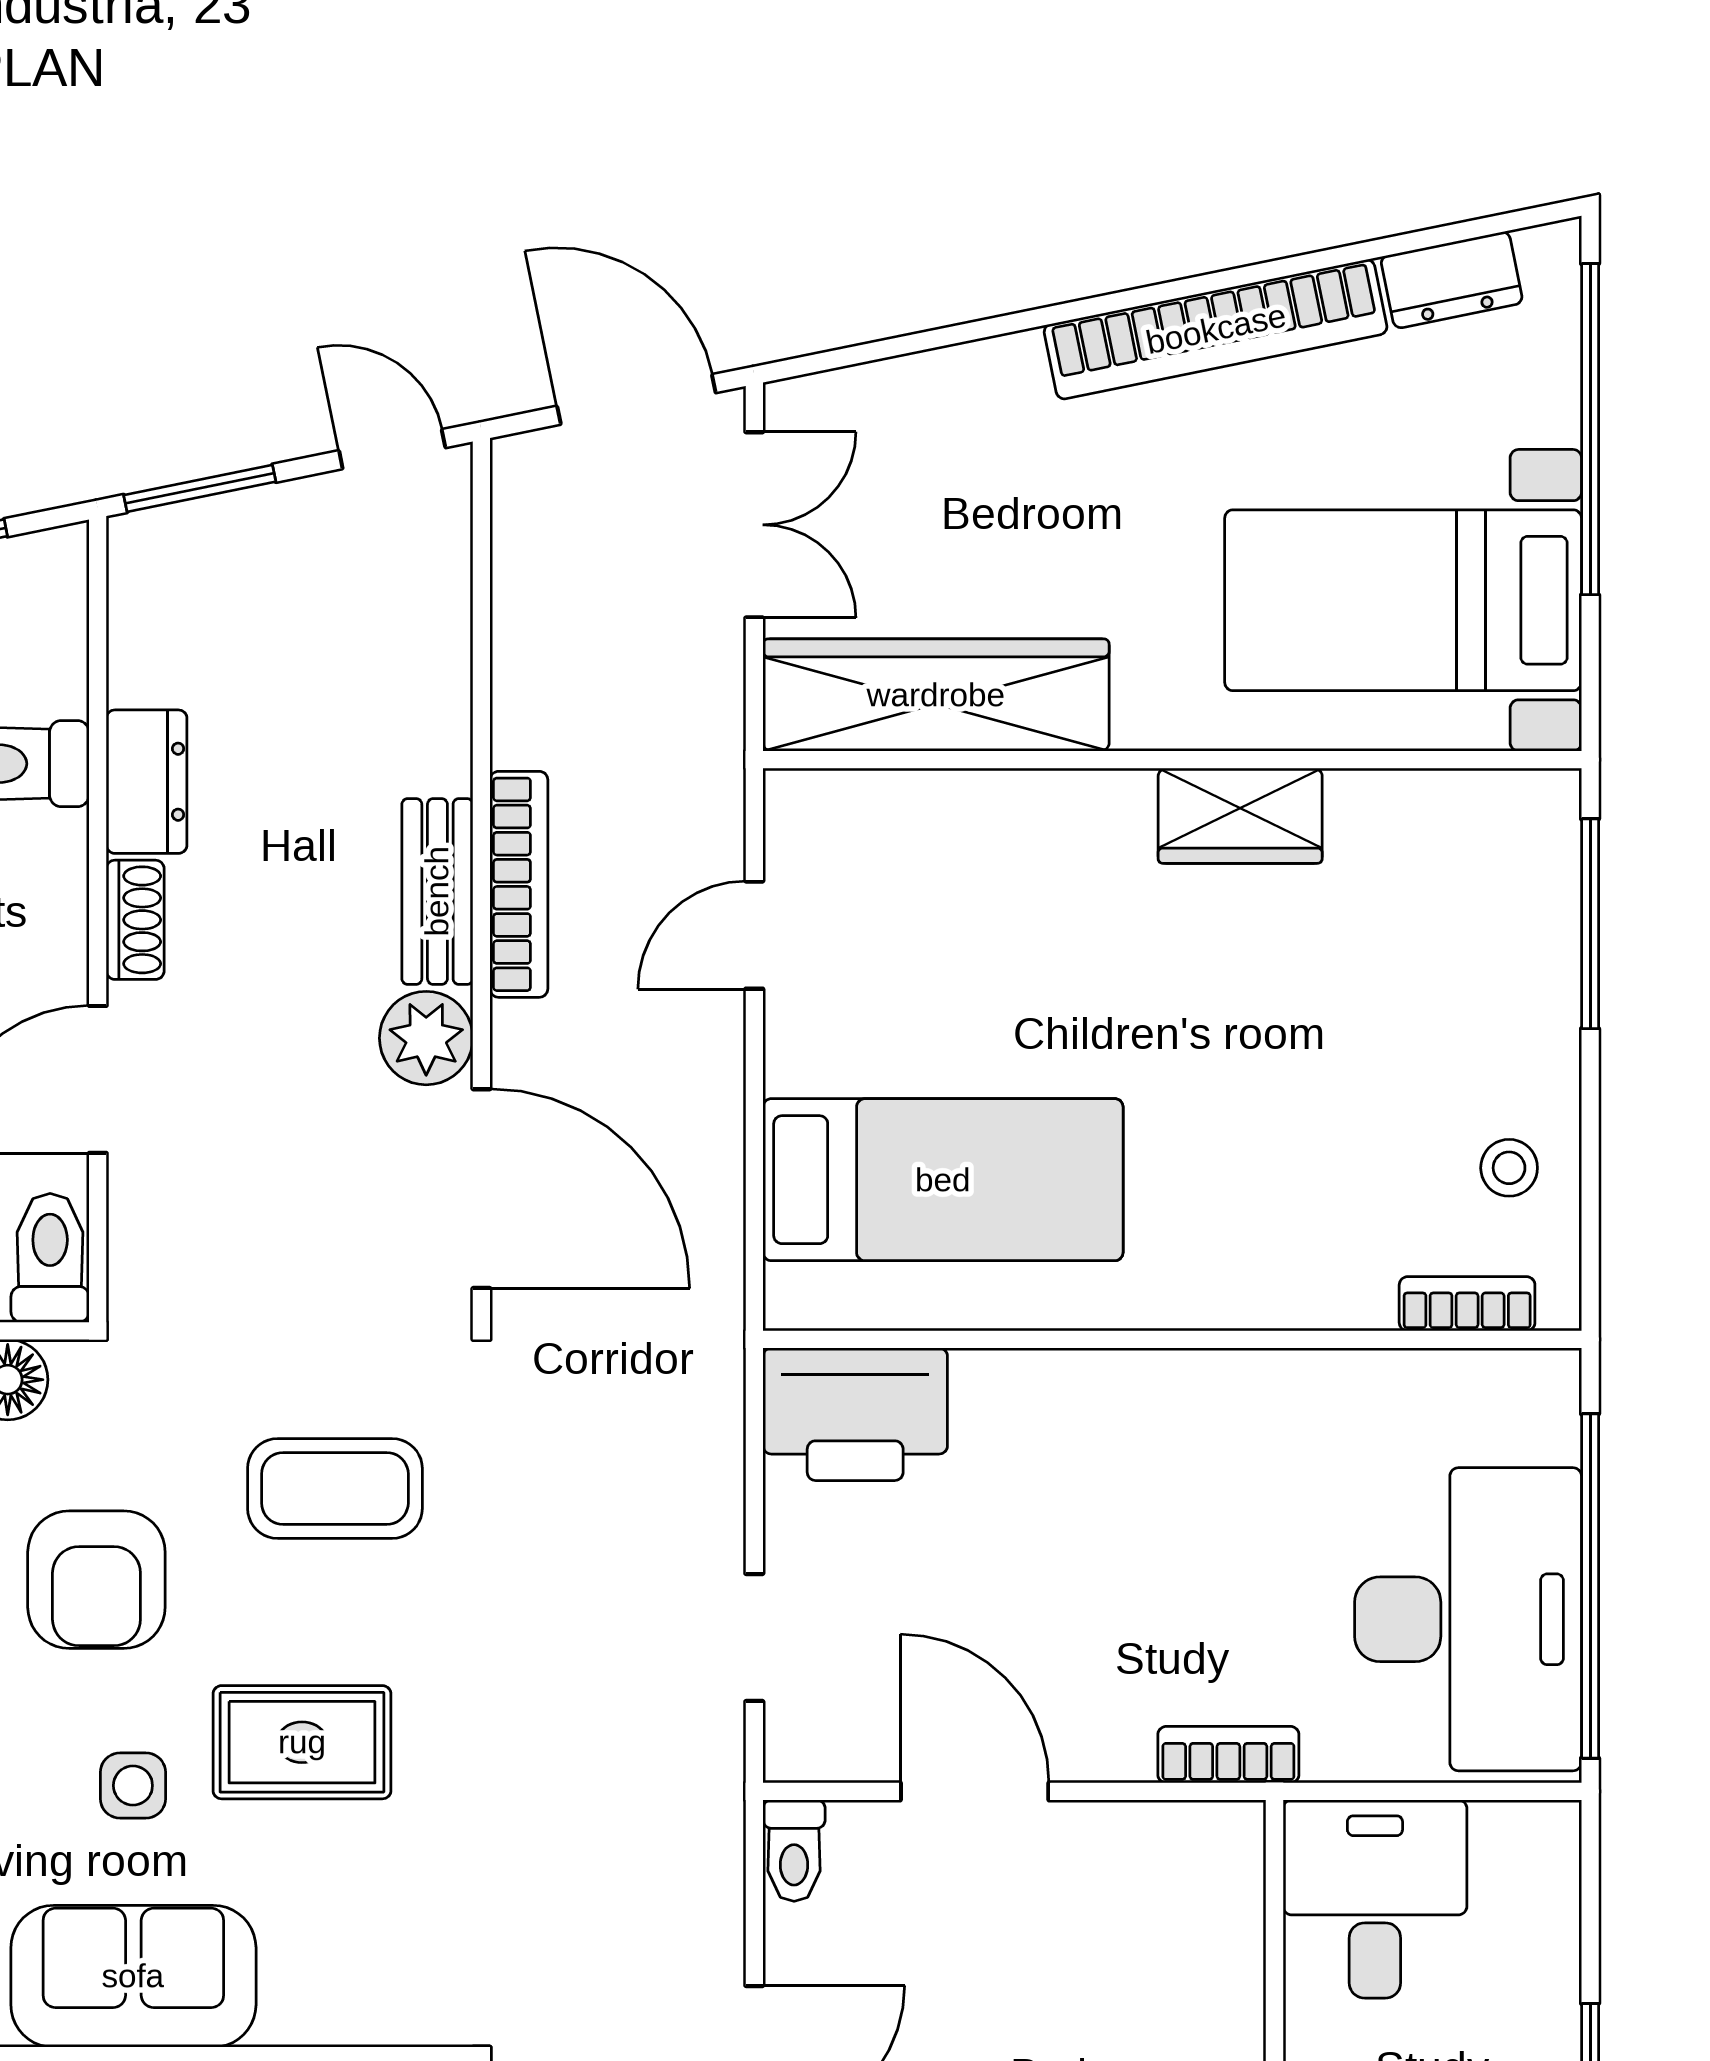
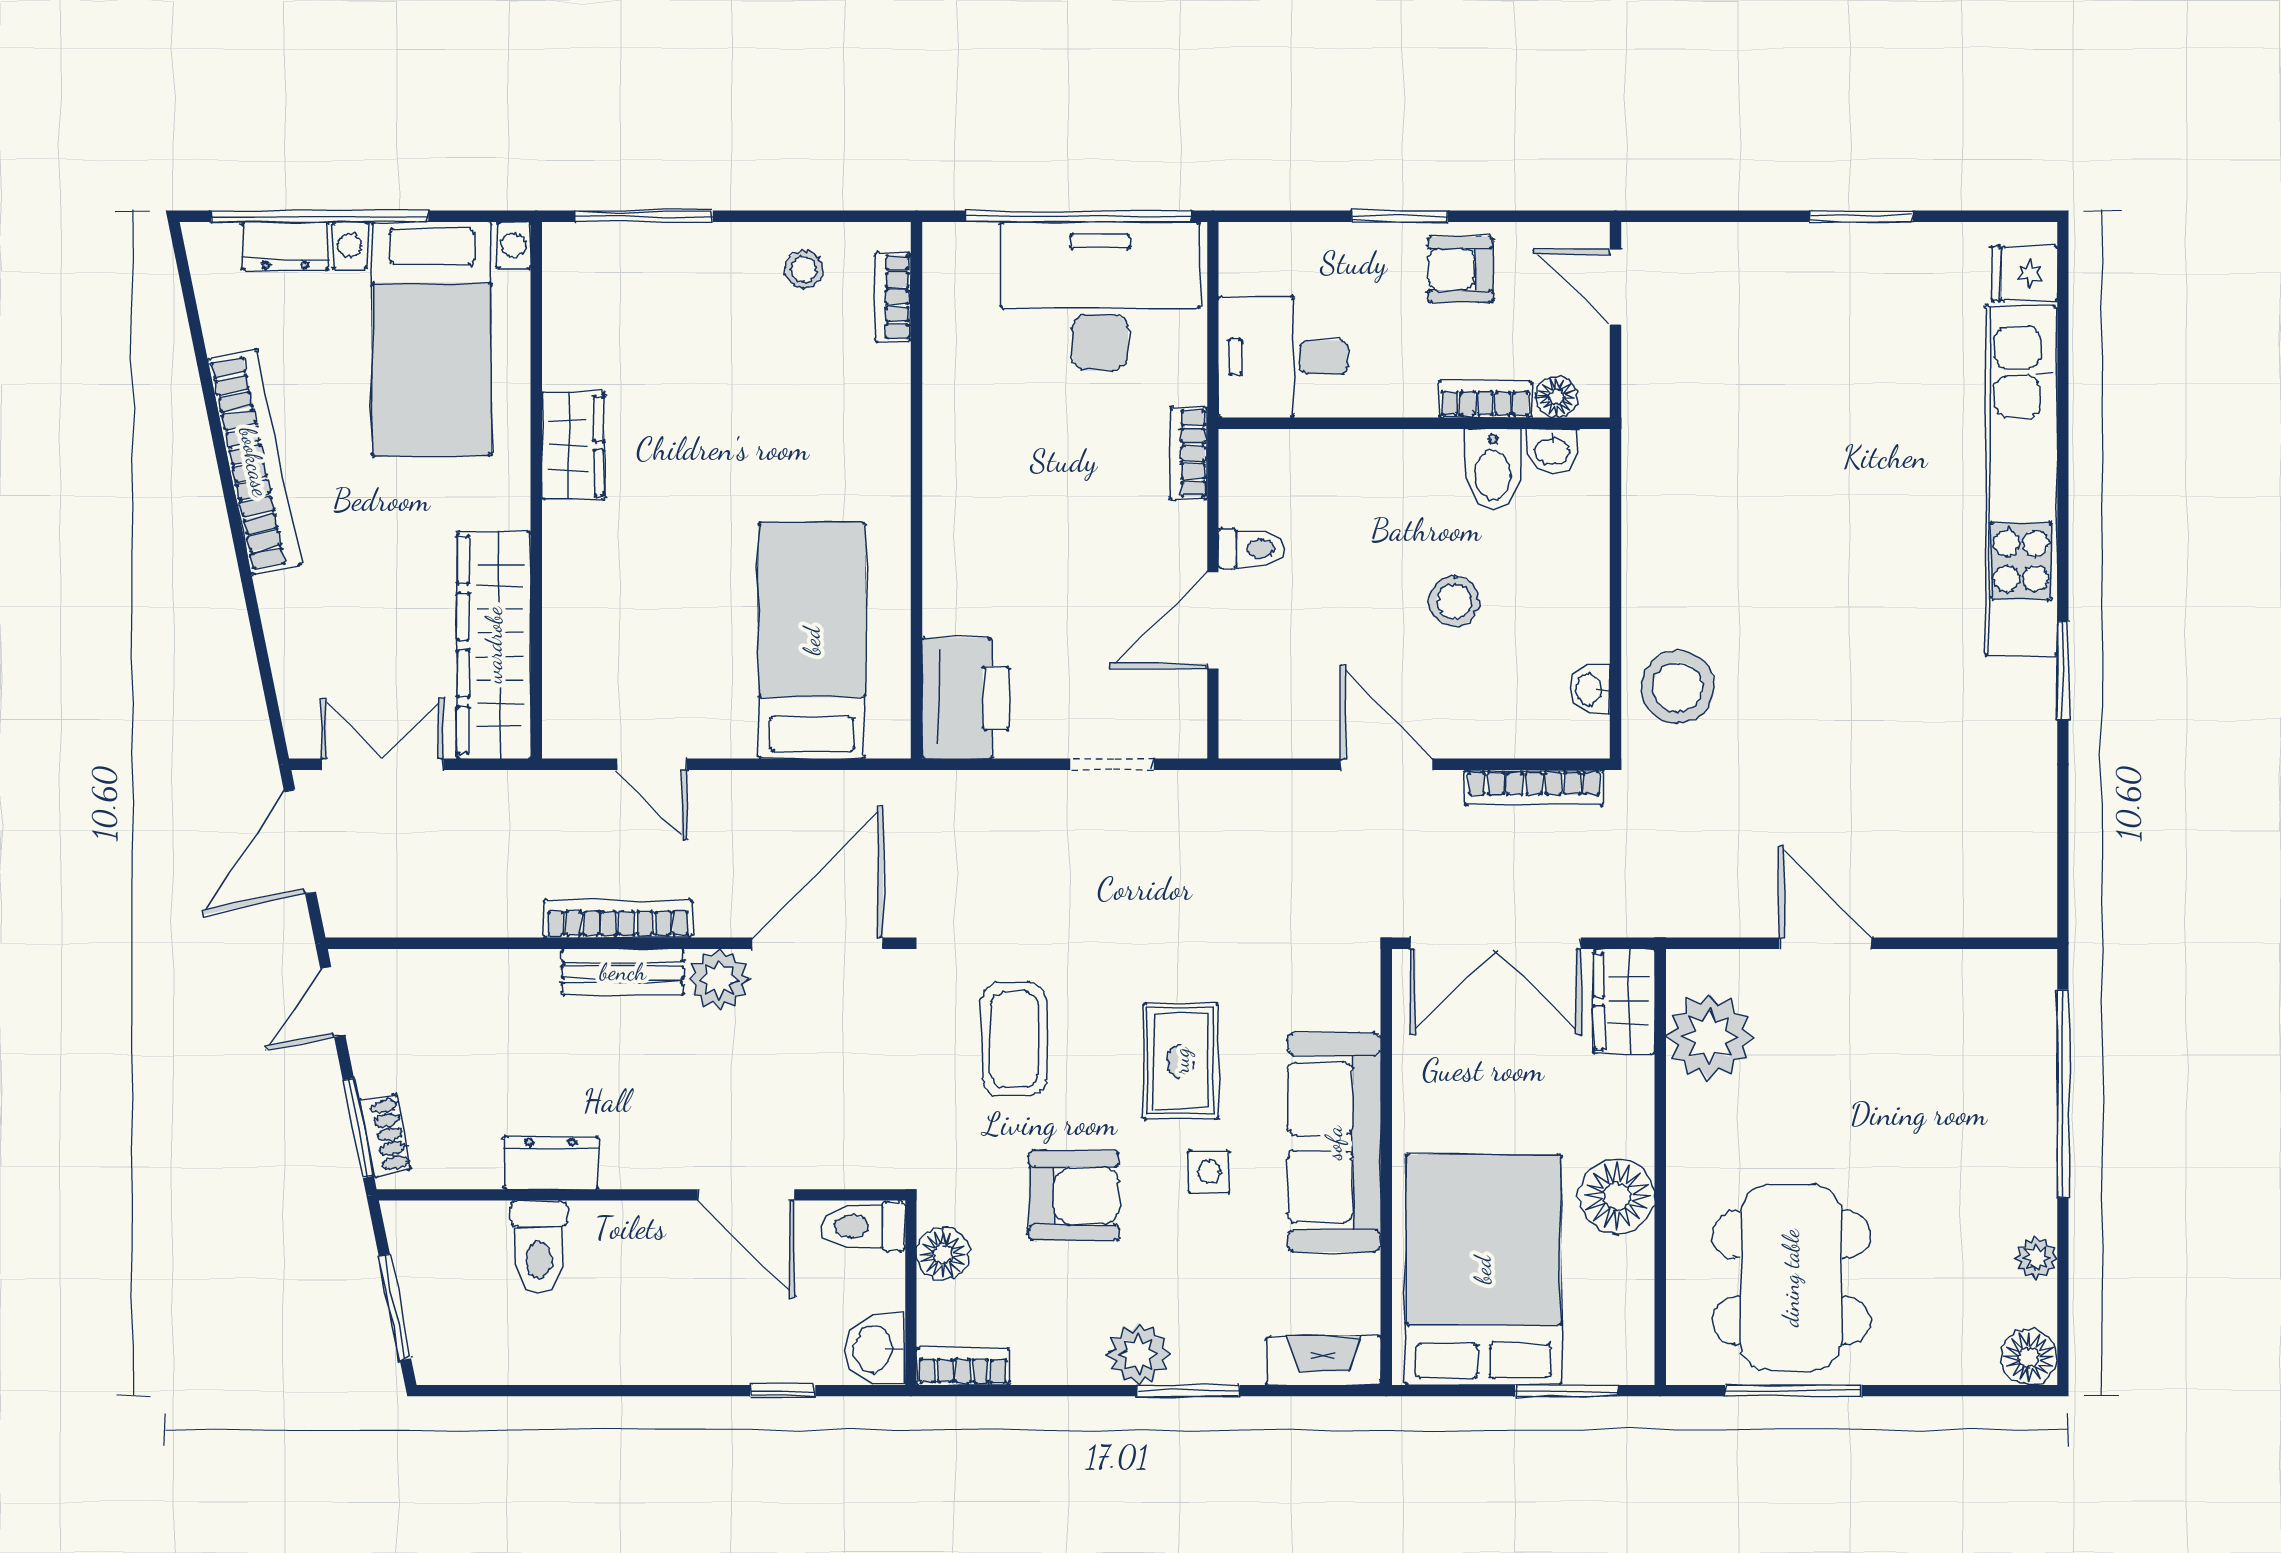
dresser: (1452, 280) -> (285, 246), moved, turned 102
shoe rack: (135, 920) -> (385, 1135), moved, turned 78
toilet: (794, 1851) -> (1252, 549), moved
sofa: (133, 1976) -> (1334, 1143), width x1.36

